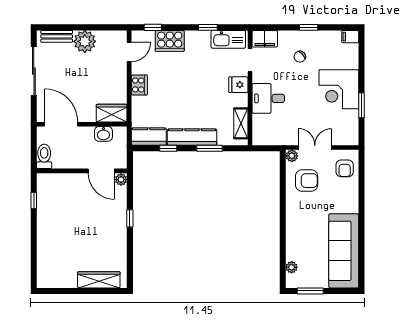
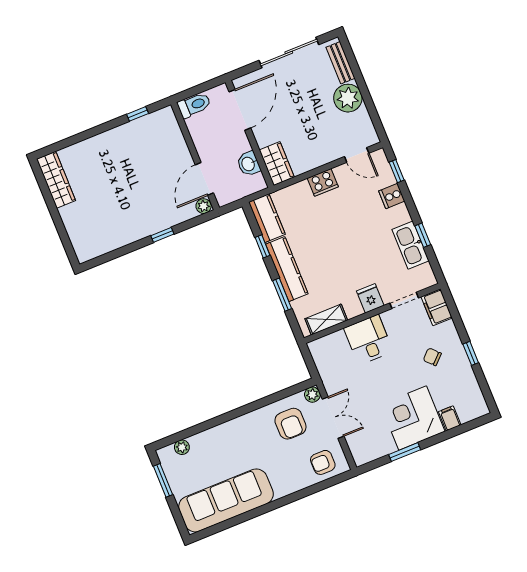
filing cabinet: (350, 37) -> (450, 418), moved
kitchen sink: (228, 39) -> (410, 245), moved
cooker: (170, 41) -> (392, 196), width x0.53, depth x0.76
wardrobe: (99, 280) -> (56, 180), moved

